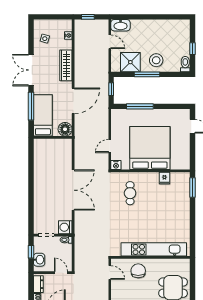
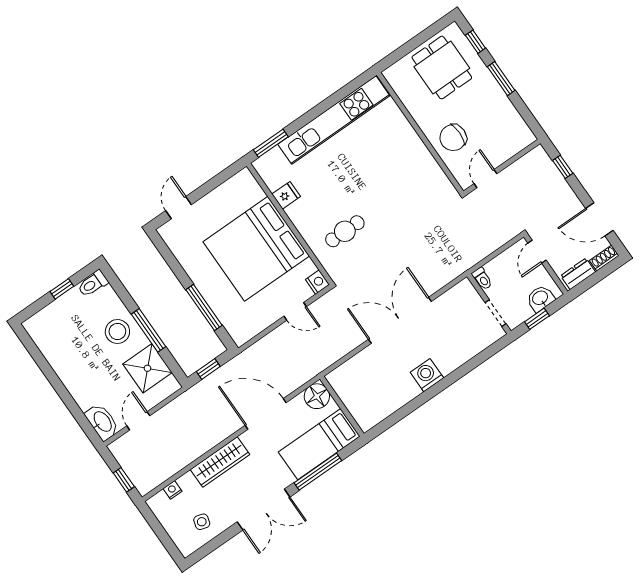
washing machine: (65, 227) -> (427, 375), moved, turned 180
kitchen unit: (154, 249) -> (334, 120), moved, turned -90

